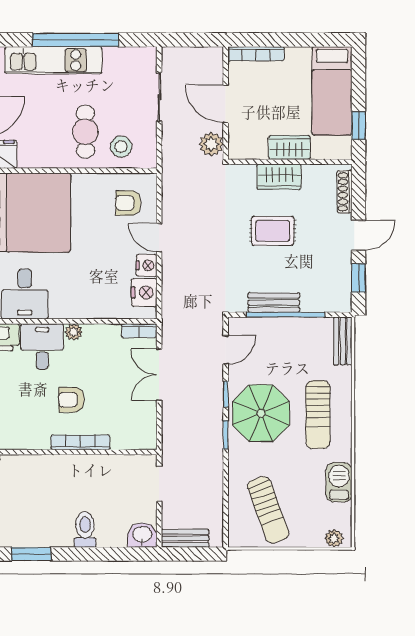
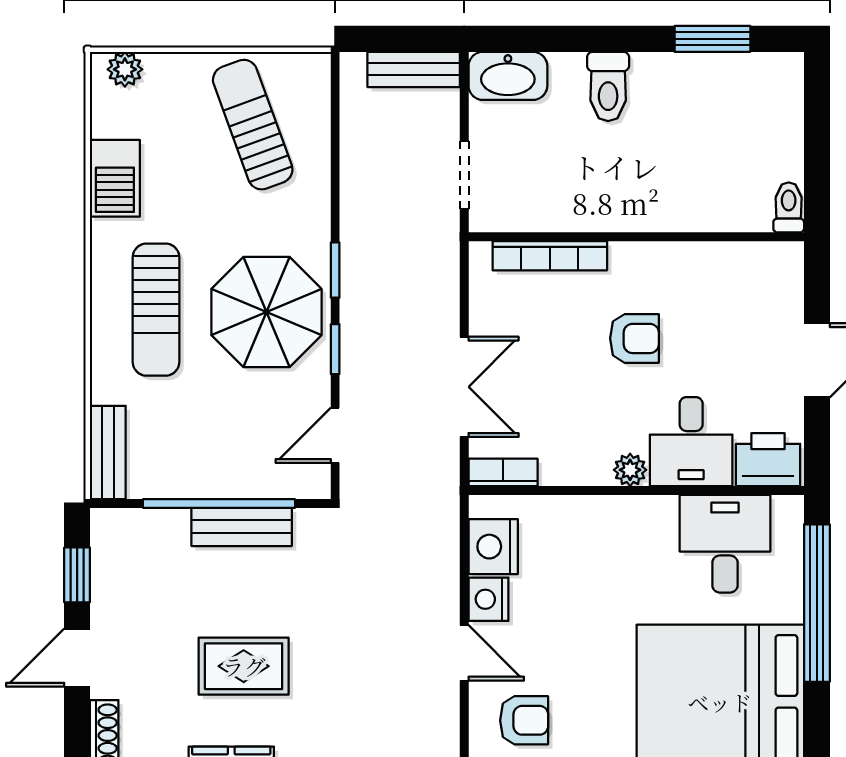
sun lounger: (318, 415) -> (156, 310), turned 180
bookcase: (80, 442) -> (550, 256), moved
washbasin: (142, 535) -> (508, 76), width x1.38

